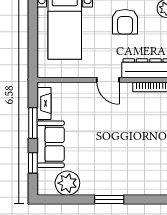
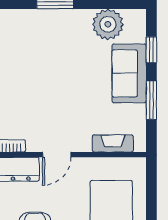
door: (108, 80) -> (57, 155), swing flipped
fireplace: (44, 103) -> (113, 144), moved, turned 90

